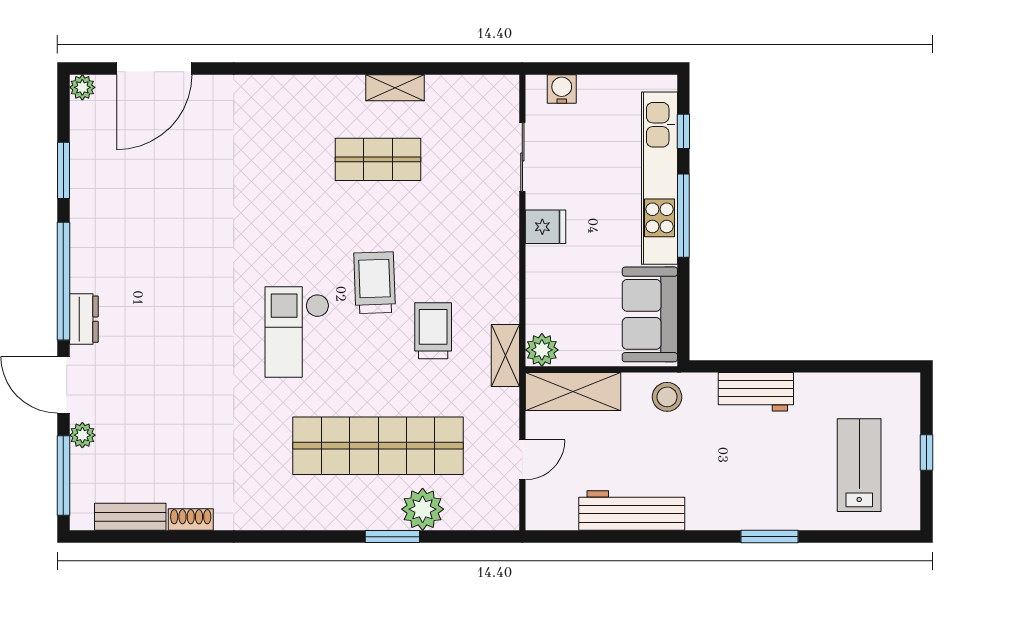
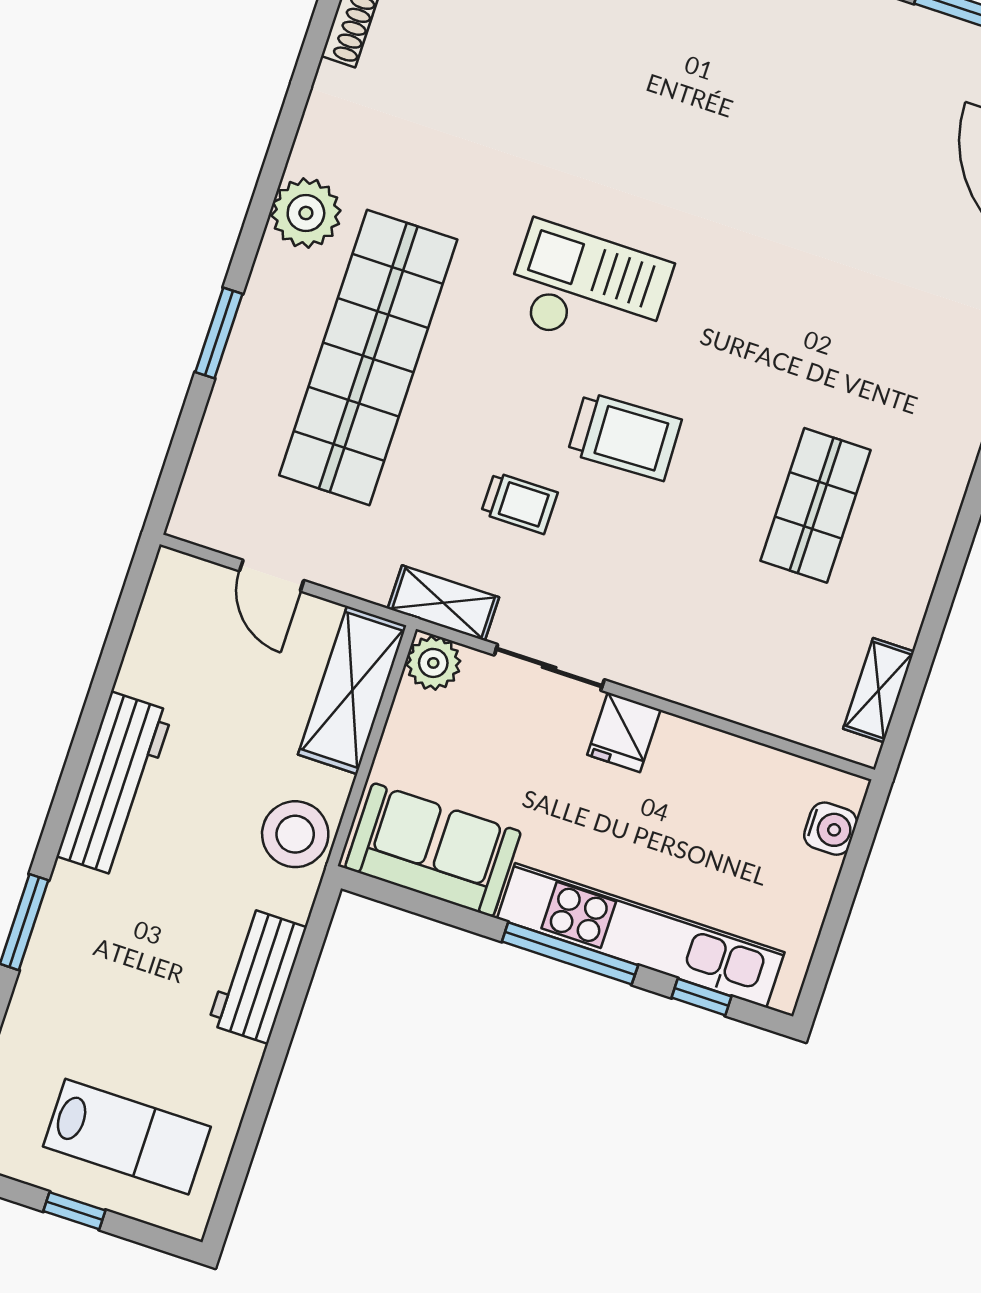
shelving: (395, 88) -> (879, 690), moved
sliding door: (522, 157) -> (549, 667), moved
trolley: (433, 331) -> (519, 503), width x0.73, depth x0.72
stool: (667, 397) -> (295, 834), width x1.38, depth x1.38
lab bench: (859, 465) -> (127, 1137), moved
plant: (423, 509) -> (306, 213), moved
workbench: (632, 511) -> (115, 784), moved

